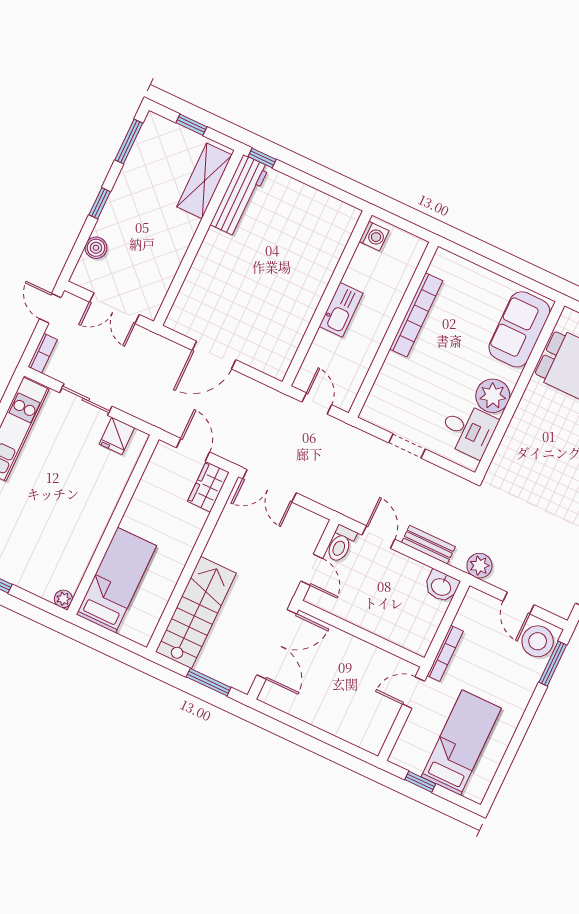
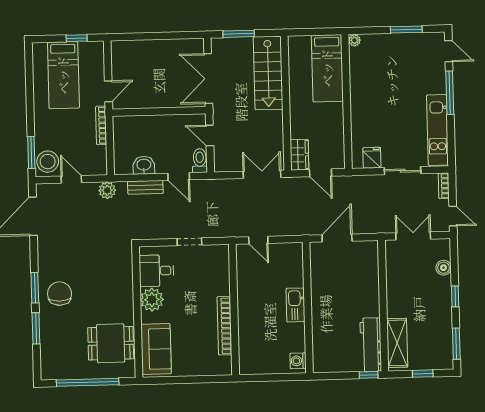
washing machine: (374, 236) -> (298, 361), moved
wall: (327, 298) -> (308, 308), moved
kitchen sink: (341, 310) -> (295, 305), moved
washbasin: (441, 586) -> (144, 165), moved

